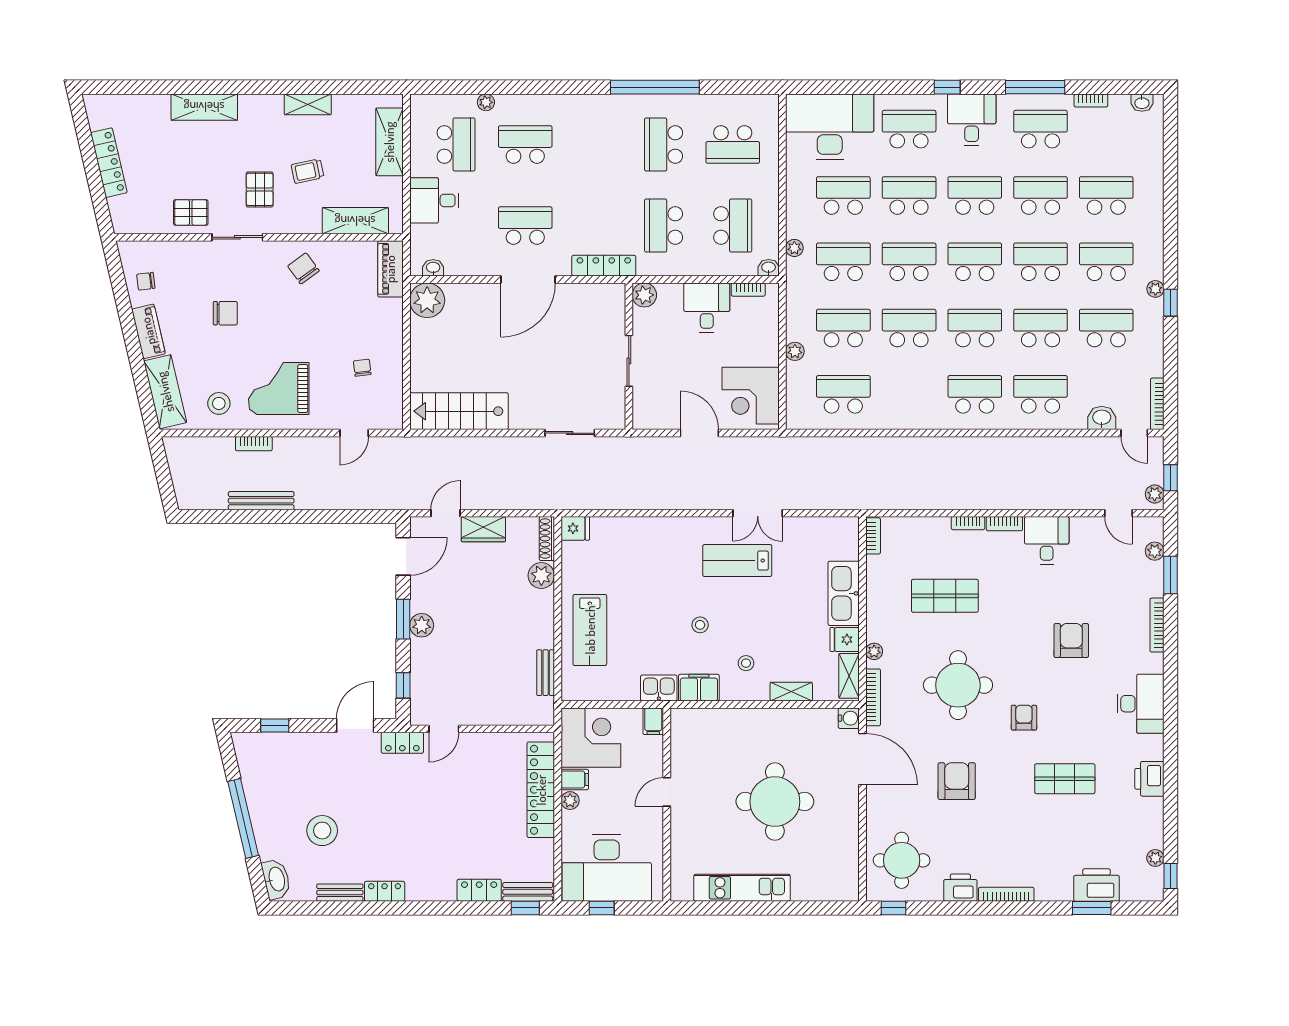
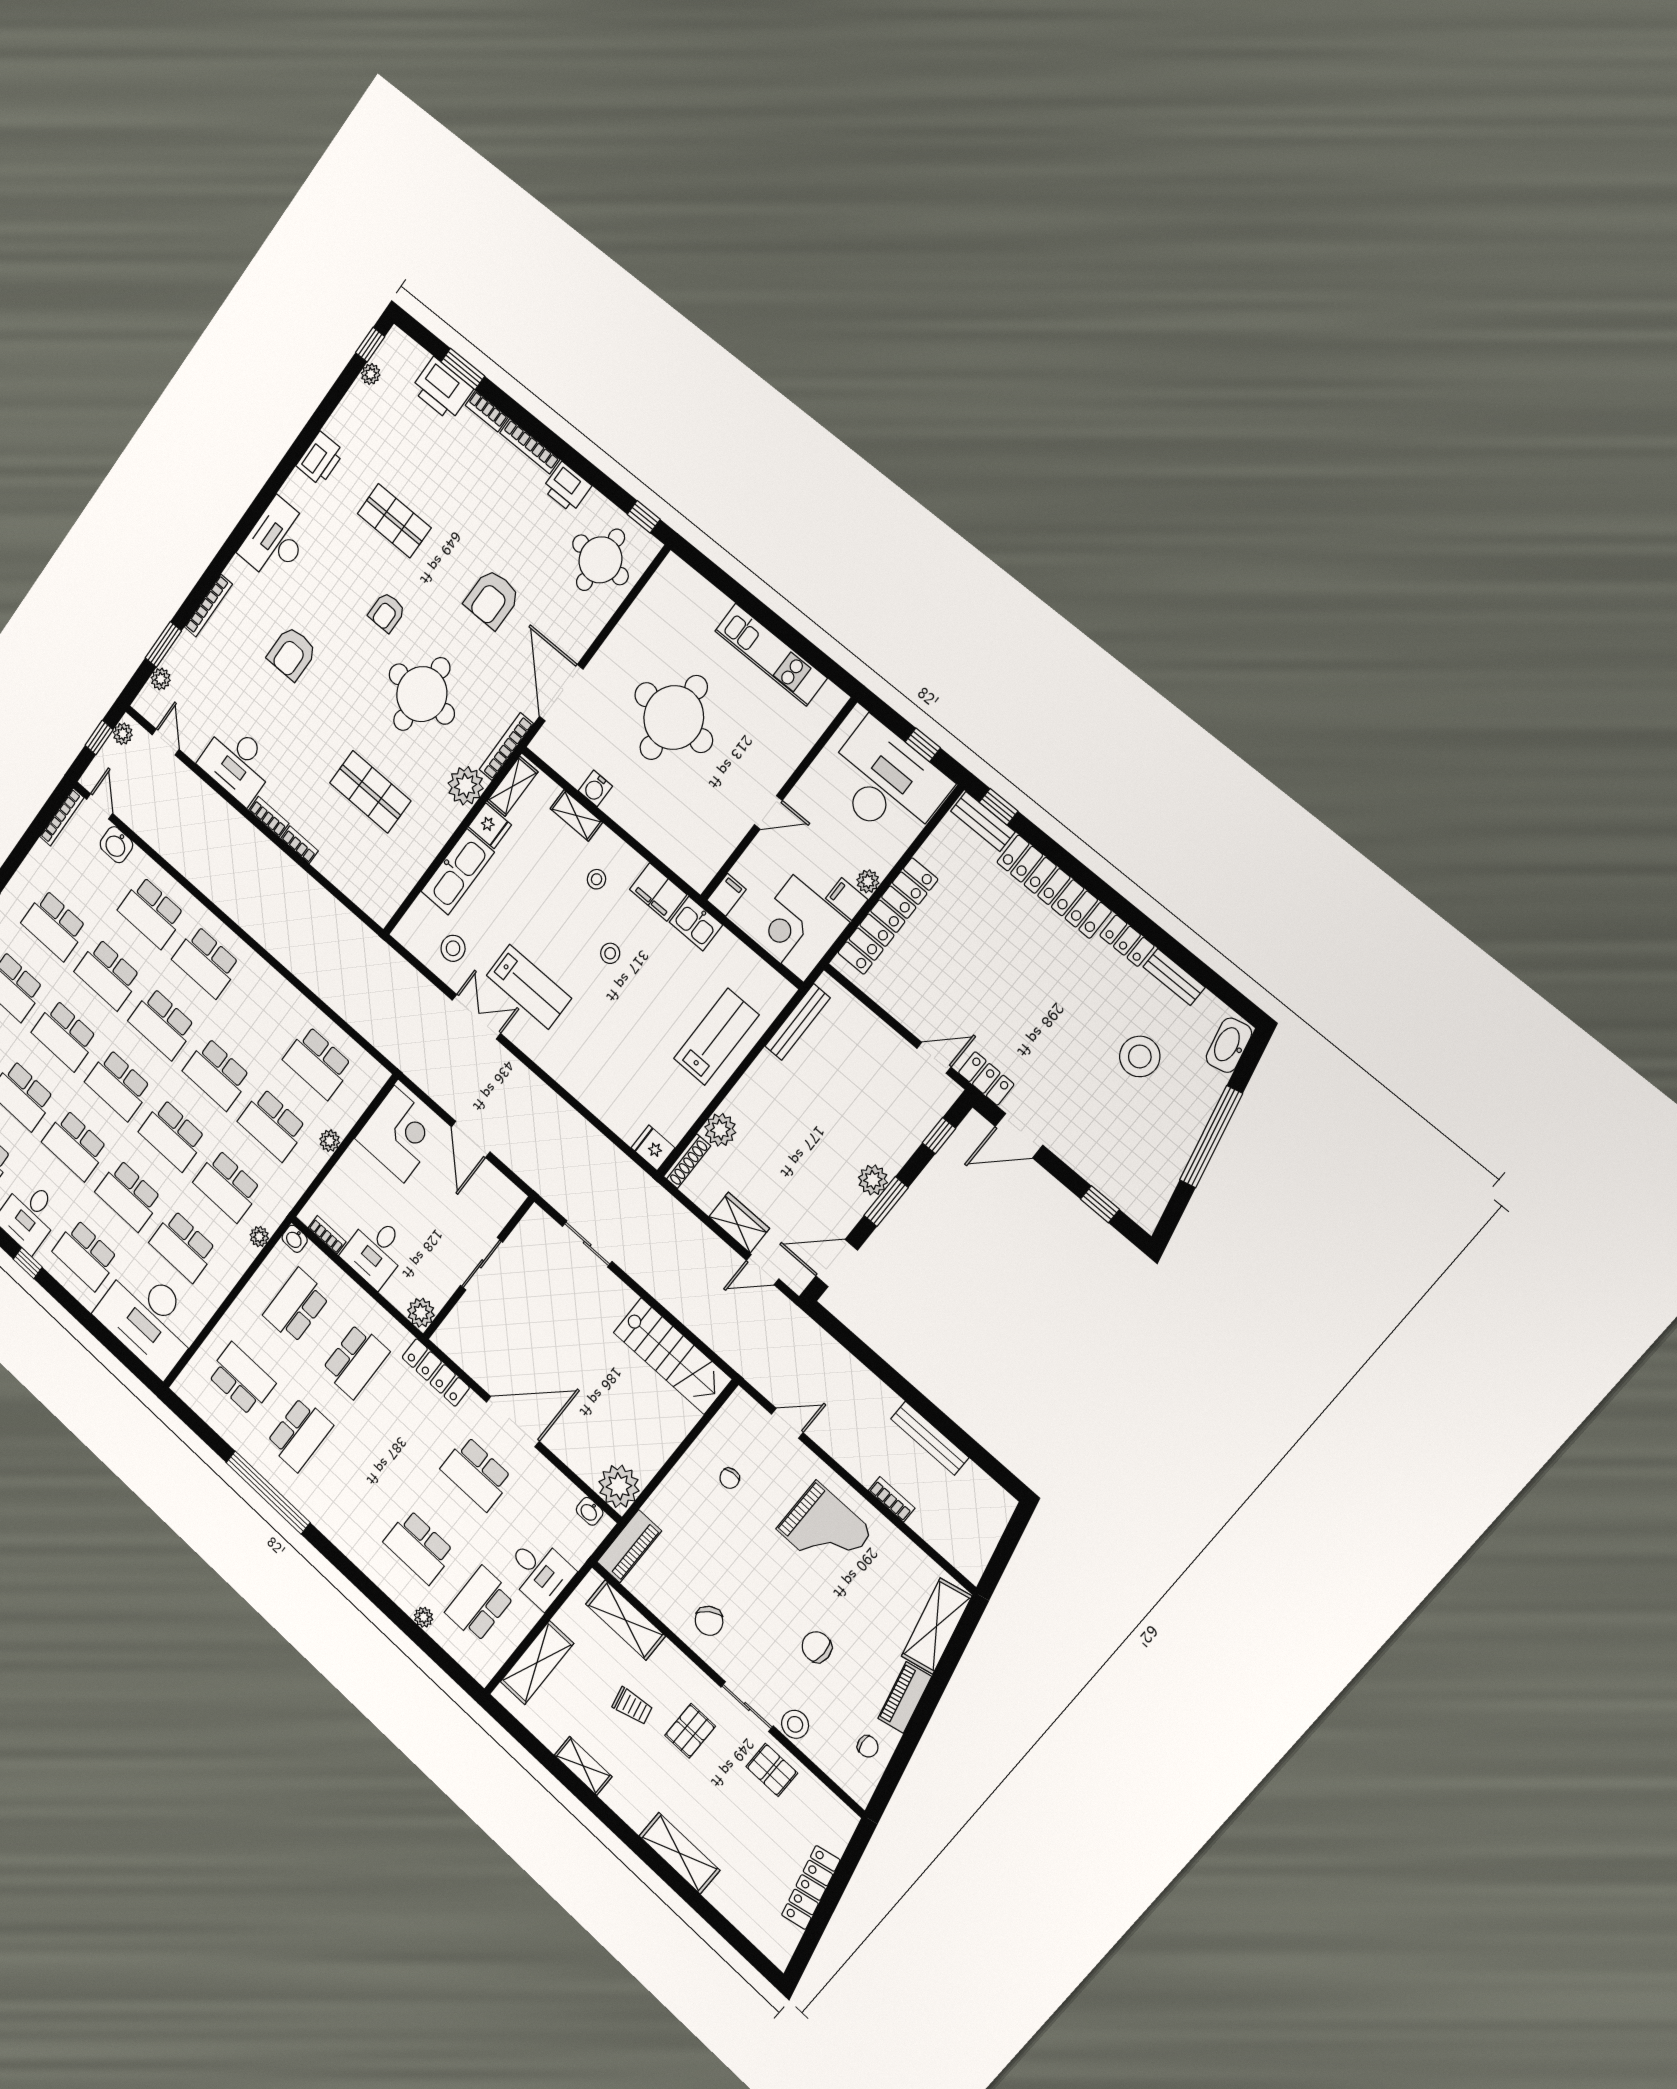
stool: (219, 403) -> (795, 1724), moved
bookcase: (873, 536) -> (487, 411), moved, turned -90
desk: (1047, 540) -> (237, 763), width x1.37
stool: (808, 543) -> (453, 948), added
plant: (874, 651) -> (466, 786), width x1.87, depth x1.87
bench: (546, 673) -> (798, 1022), width x1.36
water cooler: (849, 718) -> (595, 788), moved, turned -90
locker: (479, 890) -> (1054, 887), width x2.16, depth x1.21

